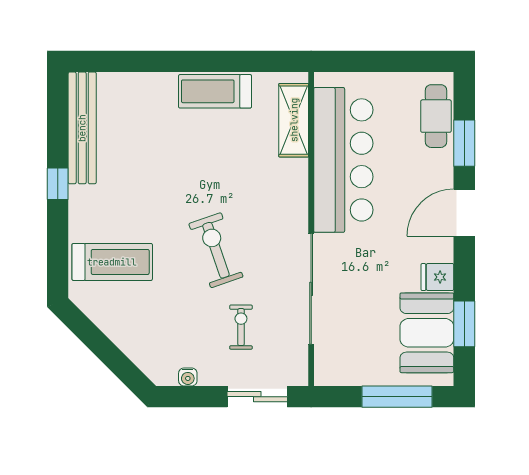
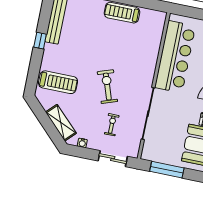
shelving: (294, 120) -> (61, 123), moved, turned -45
window: (397, 397) -> (167, 170), moved

